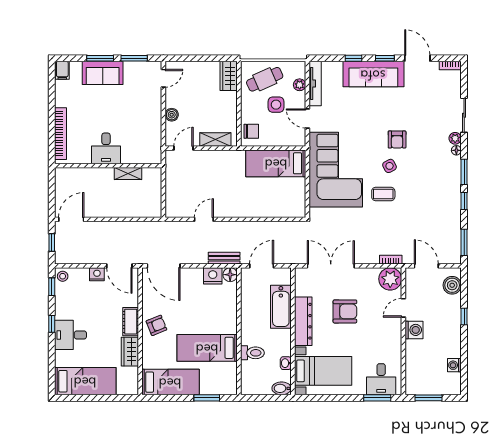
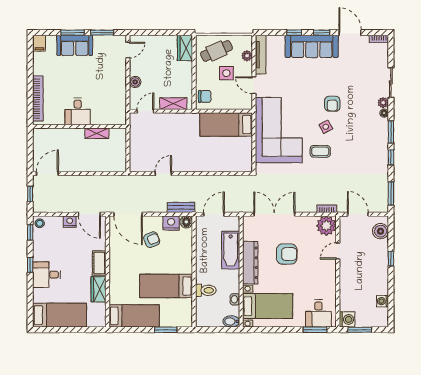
armchair: (156, 325) -> (152, 240), moved
washing machine: (414, 330) -> (347, 319), moved

